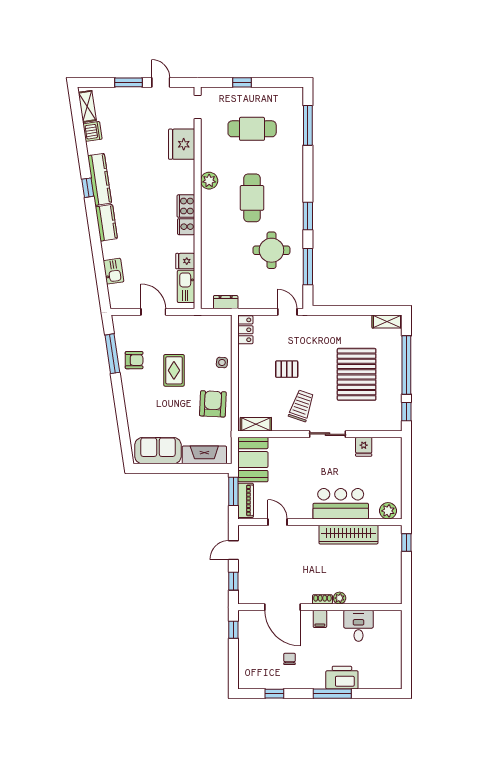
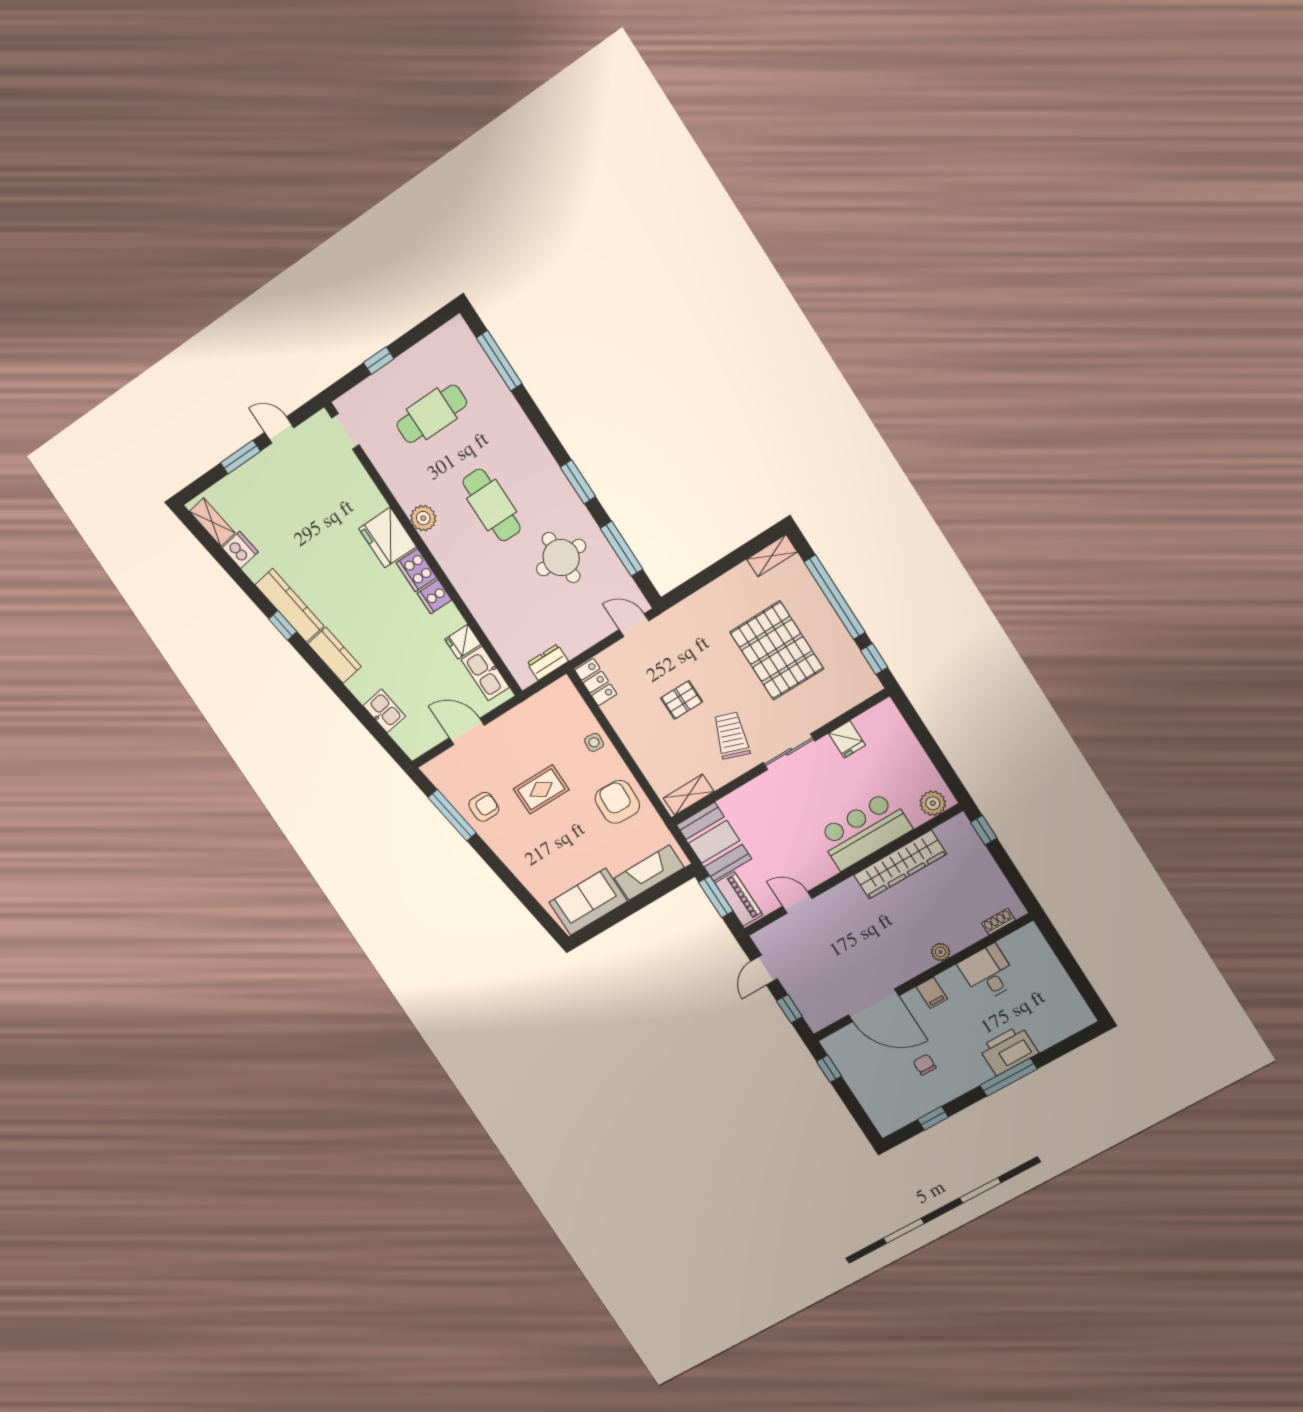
fridge: (182, 144) -> (387, 538), moved
rug: (174, 370) -> (541, 789), turned 90
shoe rack: (322, 599) -> (998, 922), moved

